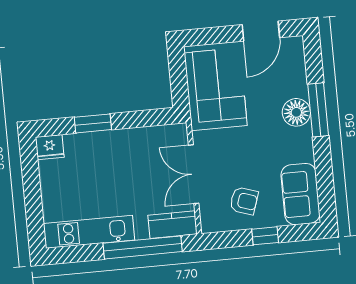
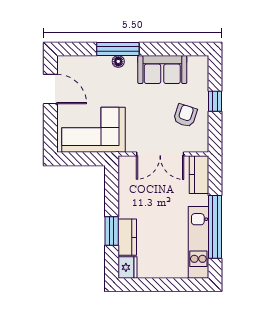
floor lamp: (296, 112) -> (118, 61), width x0.53, depth x0.53
kitchen counter: (87, 143) -> (127, 237), added
sofa: (301, 194) -> (162, 70), moved
window: (143, 247) -> (215, 227), moved

